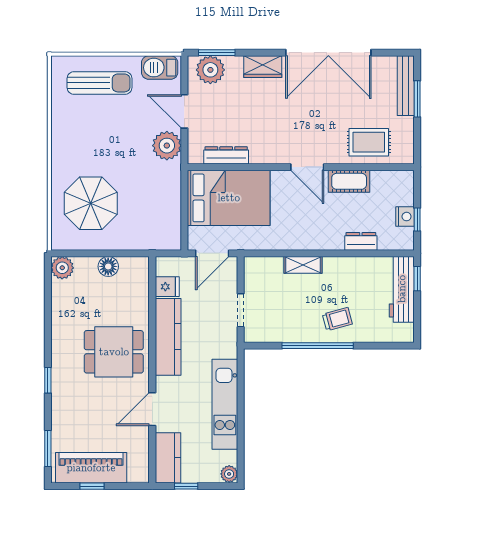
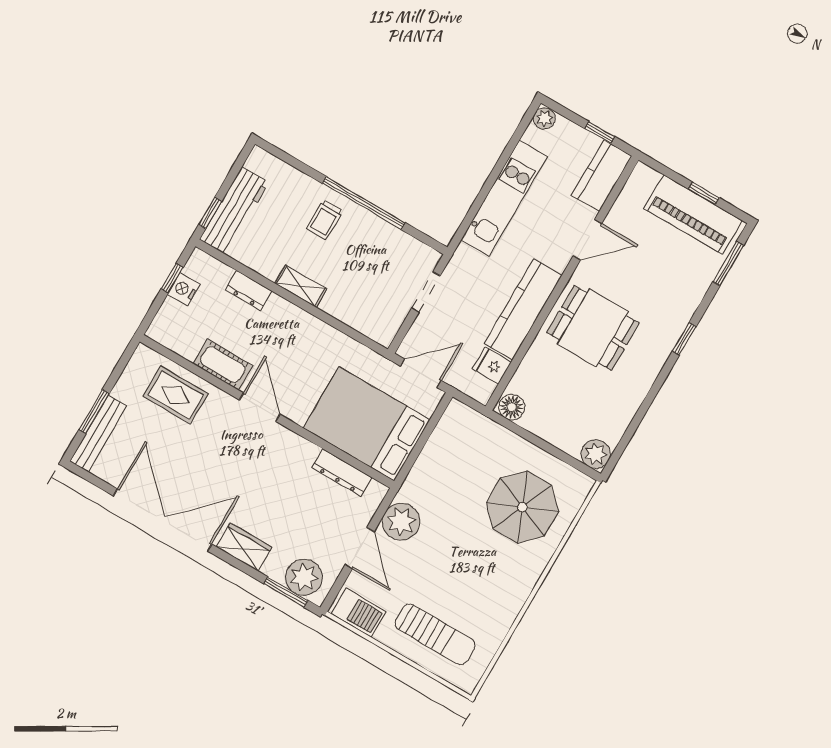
sun lounger: (99, 83) -> (435, 634), turned 180
shelving: (303, 265) -> (301, 286), moved
floor lamp: (108, 266) -> (512, 407), moved
trolley: (337, 319) -> (325, 220), turned -75

